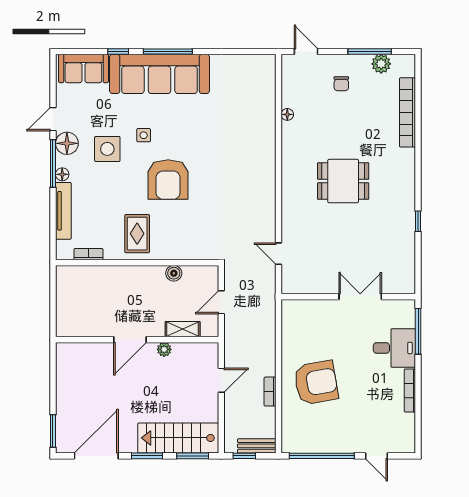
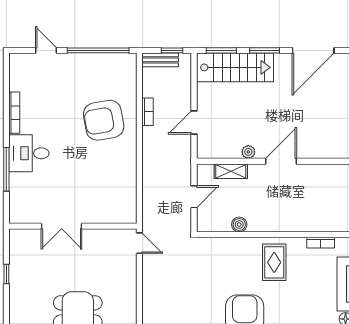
wall: (348, 297) -> (73, 226), moved
double door: (360, 297) -> (62, 226), moved

